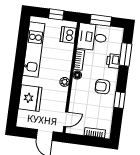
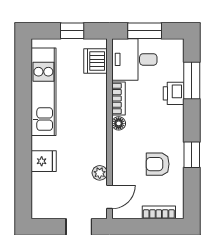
plant: (65, 82) -> (100, 173), moved
armchair: (103, 87) -> (158, 164), moved
fridge: (30, 98) -> (44, 161), width x0.53, depth x0.75

